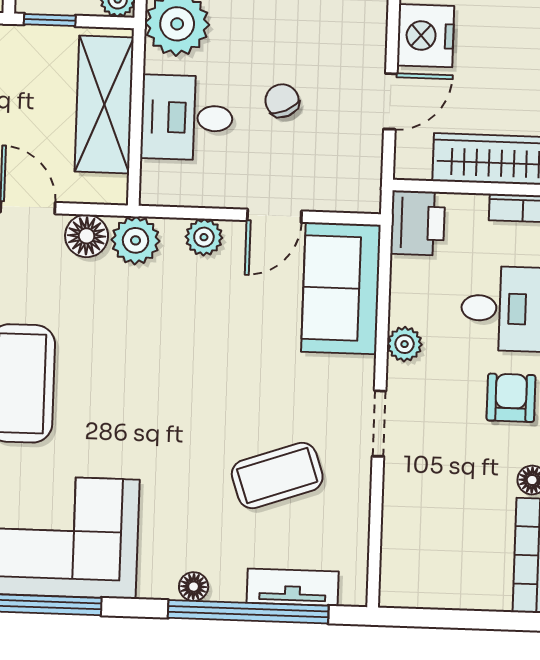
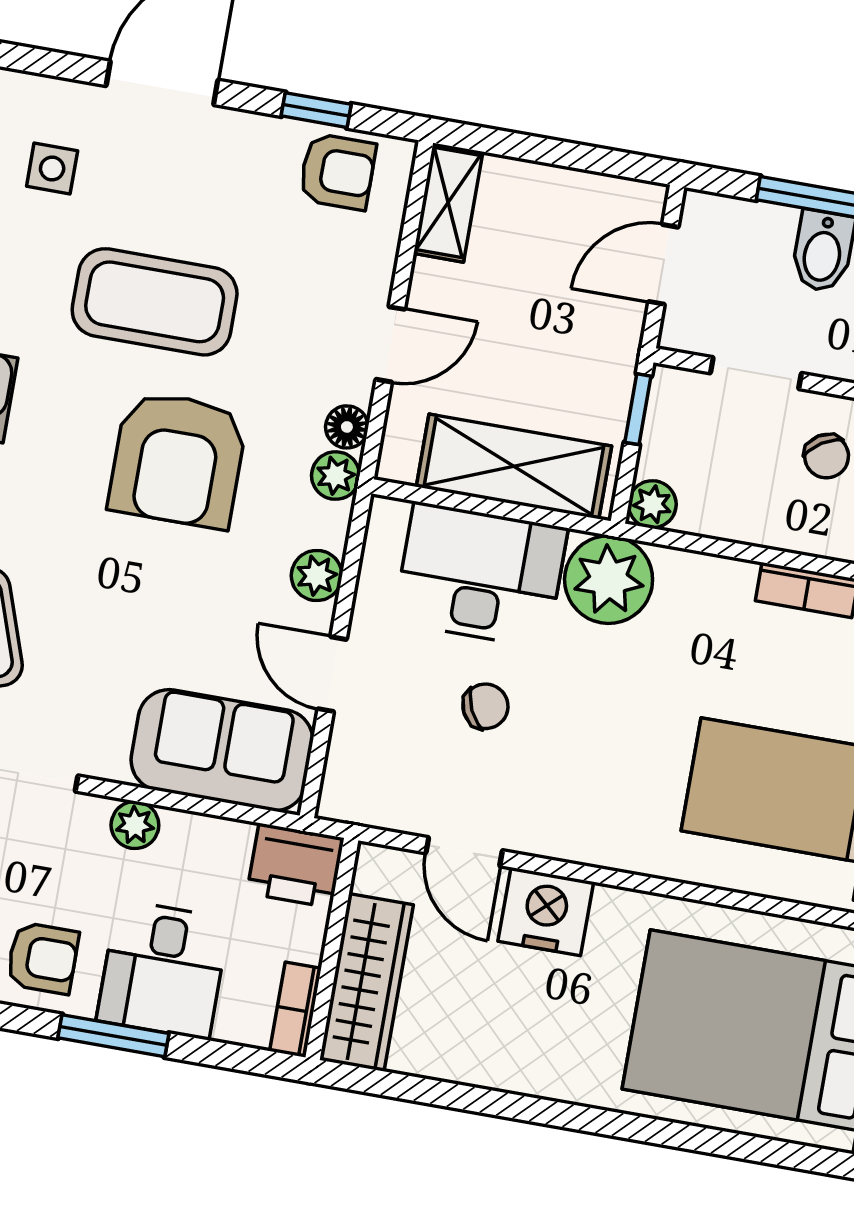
desk: (187, 118) -> (481, 575), width x1.37
floor lamp: (87, 236) -> (347, 427), width x0.73, depth x0.73
plant: (136, 240) -> (336, 476), width x0.73, depth x0.73
armchair: (134, 350) -> (178, 460), added

